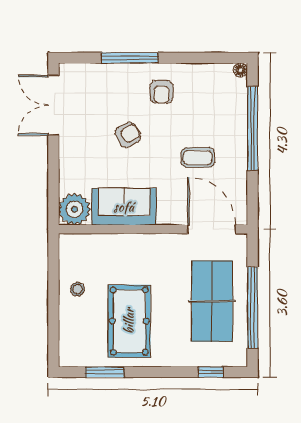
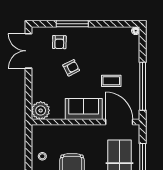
armchair: (162, 92) -> (59, 42), moved
window: (253, 128) -> (143, 86), moved
sofa: (124, 207) -> (84, 109), moved

